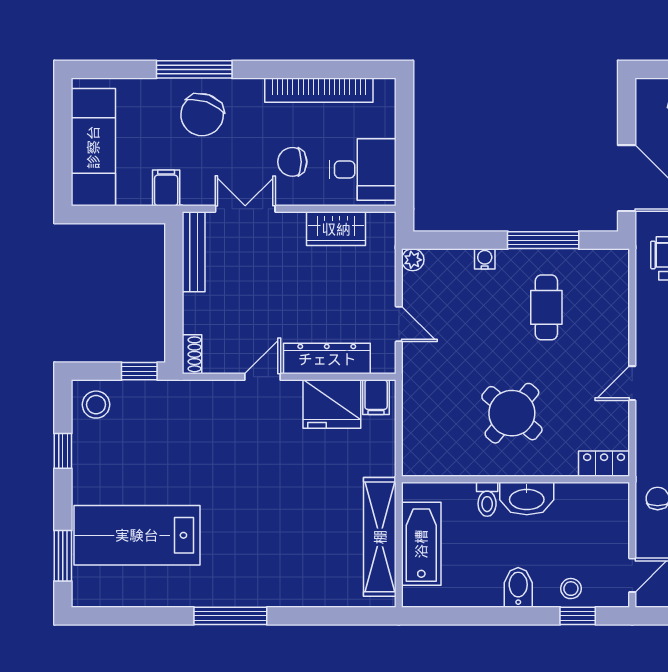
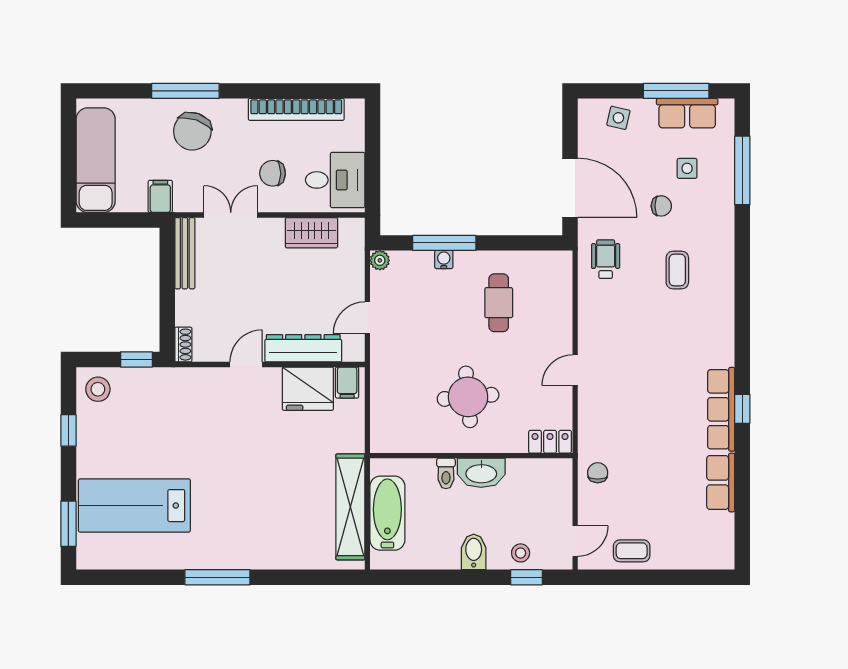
window: (543, 240) -> (444, 243), moved
door: (399, 324) -> (367, 318), swing flipped
round table: (512, 413) -> (468, 397), turned 45

